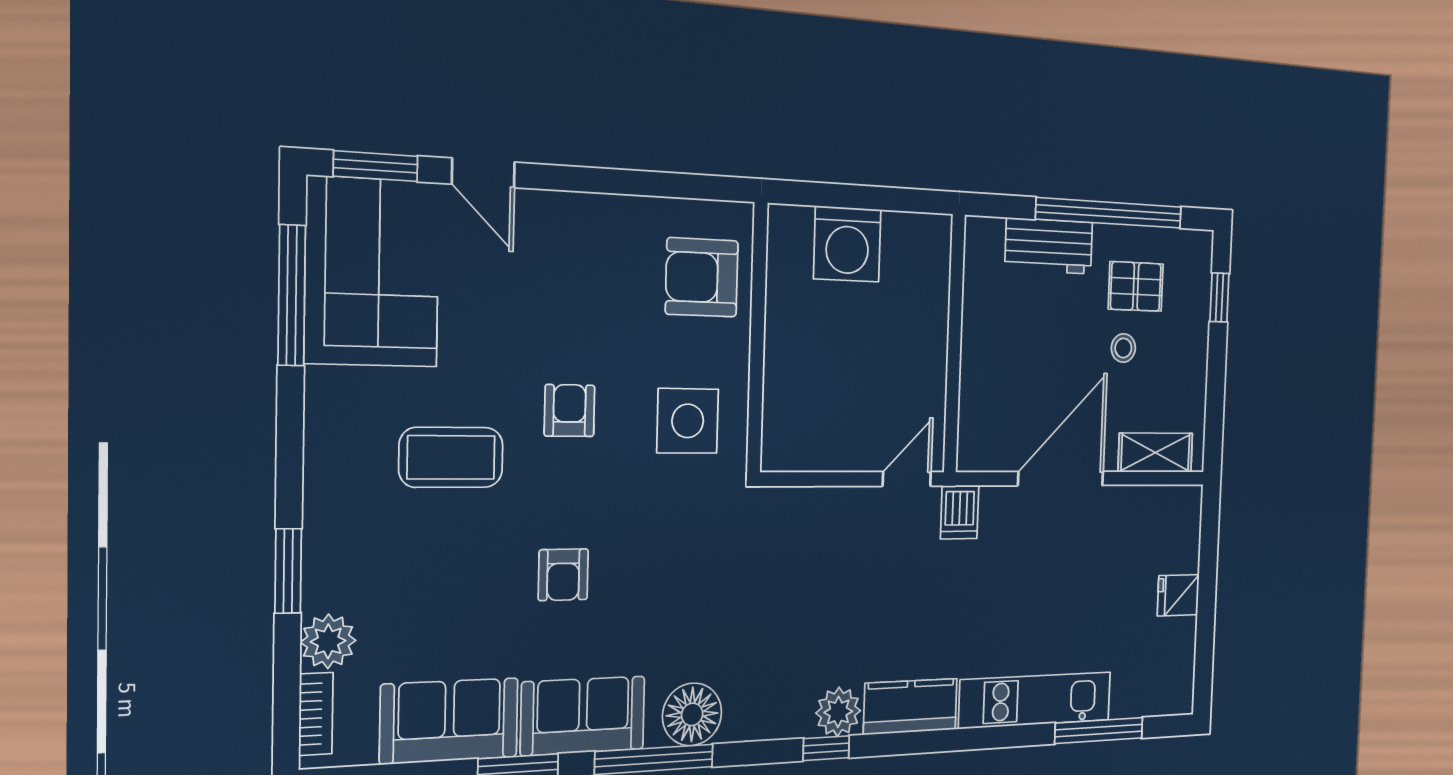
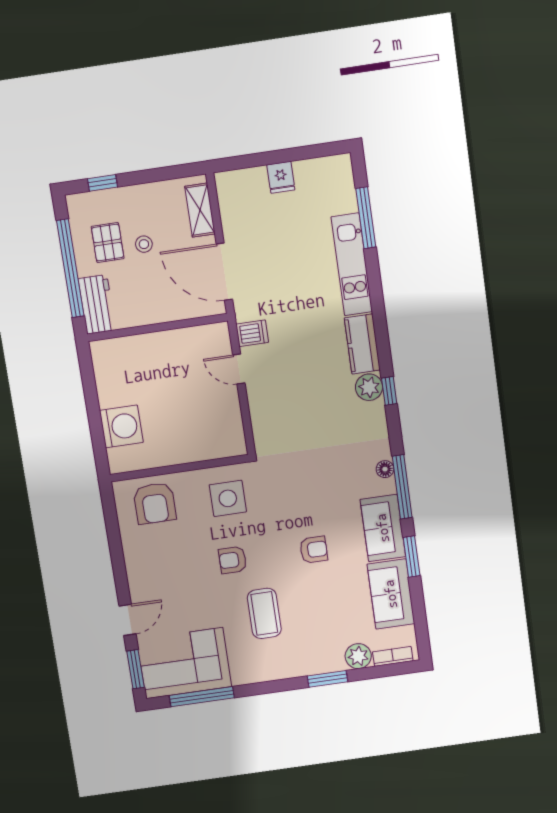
wall: (954, 344) -> (157, 327), moved
floor lamp: (692, 714) -> (385, 469), width x0.53, depth x0.53

